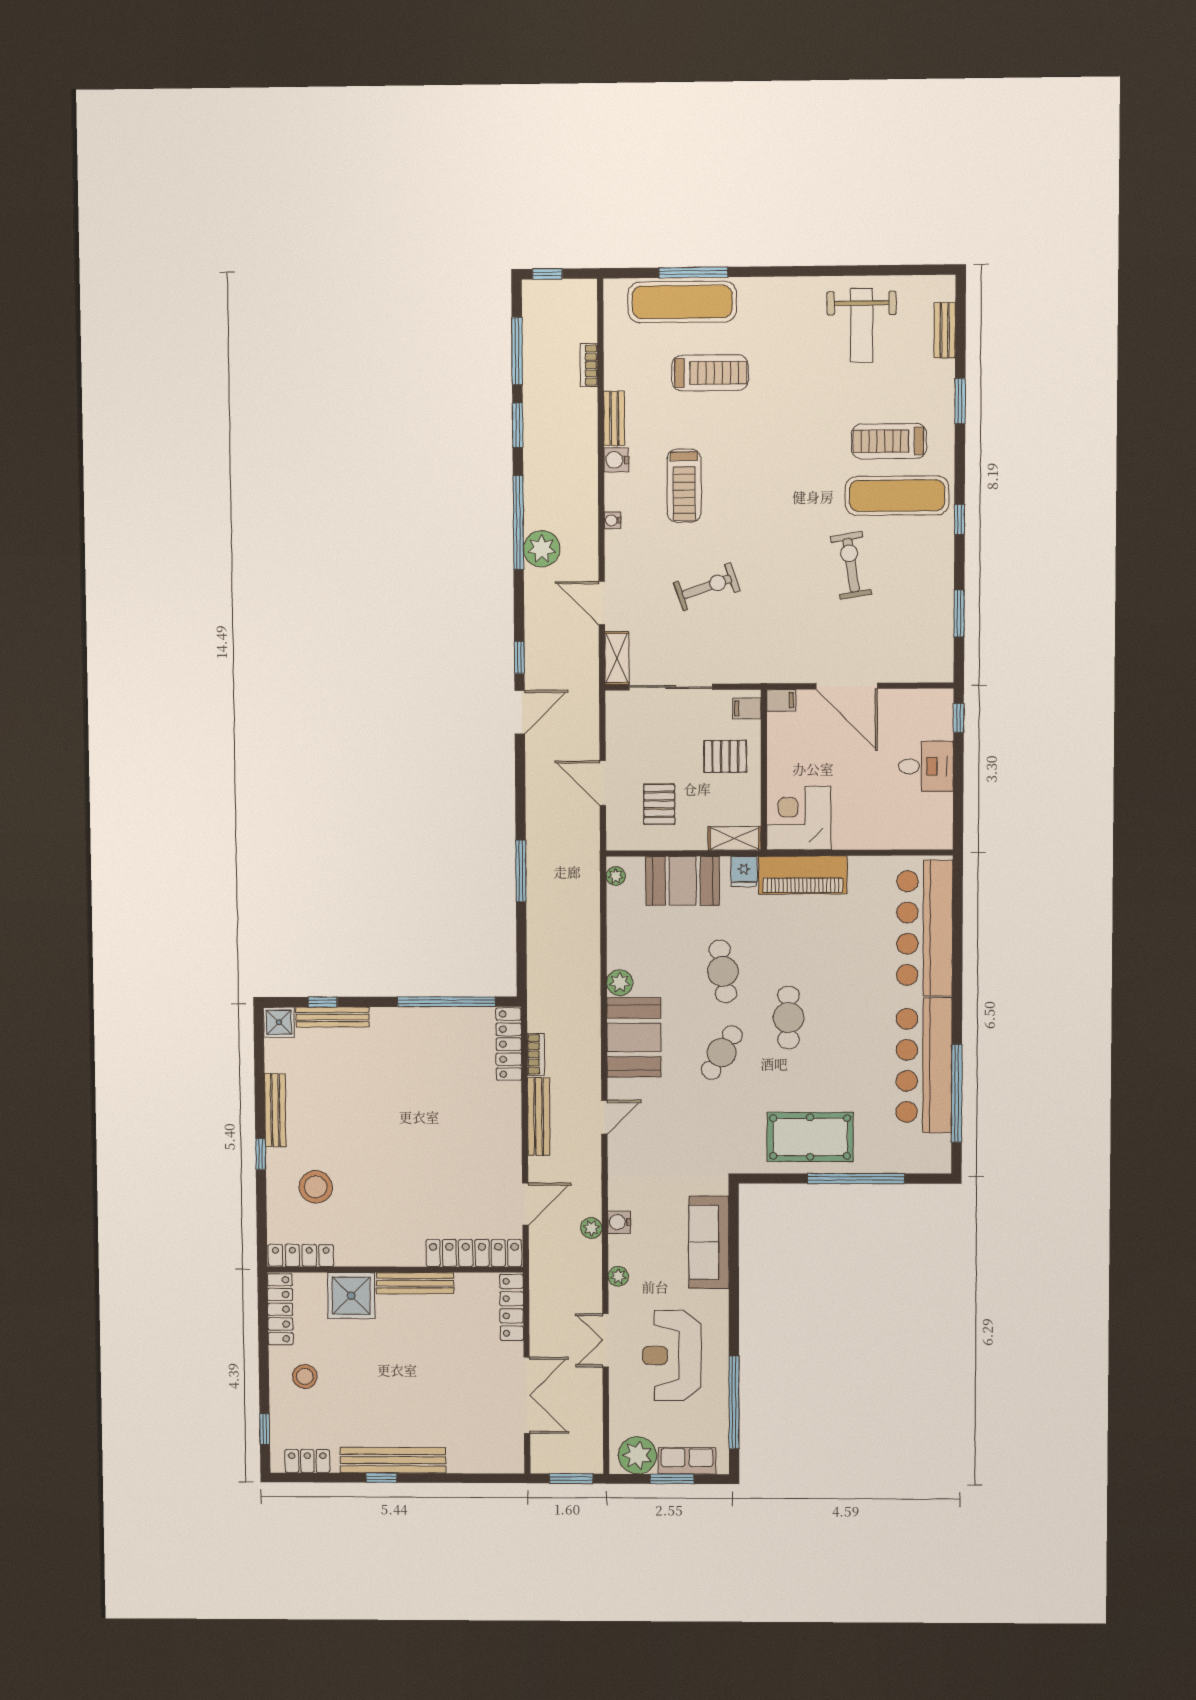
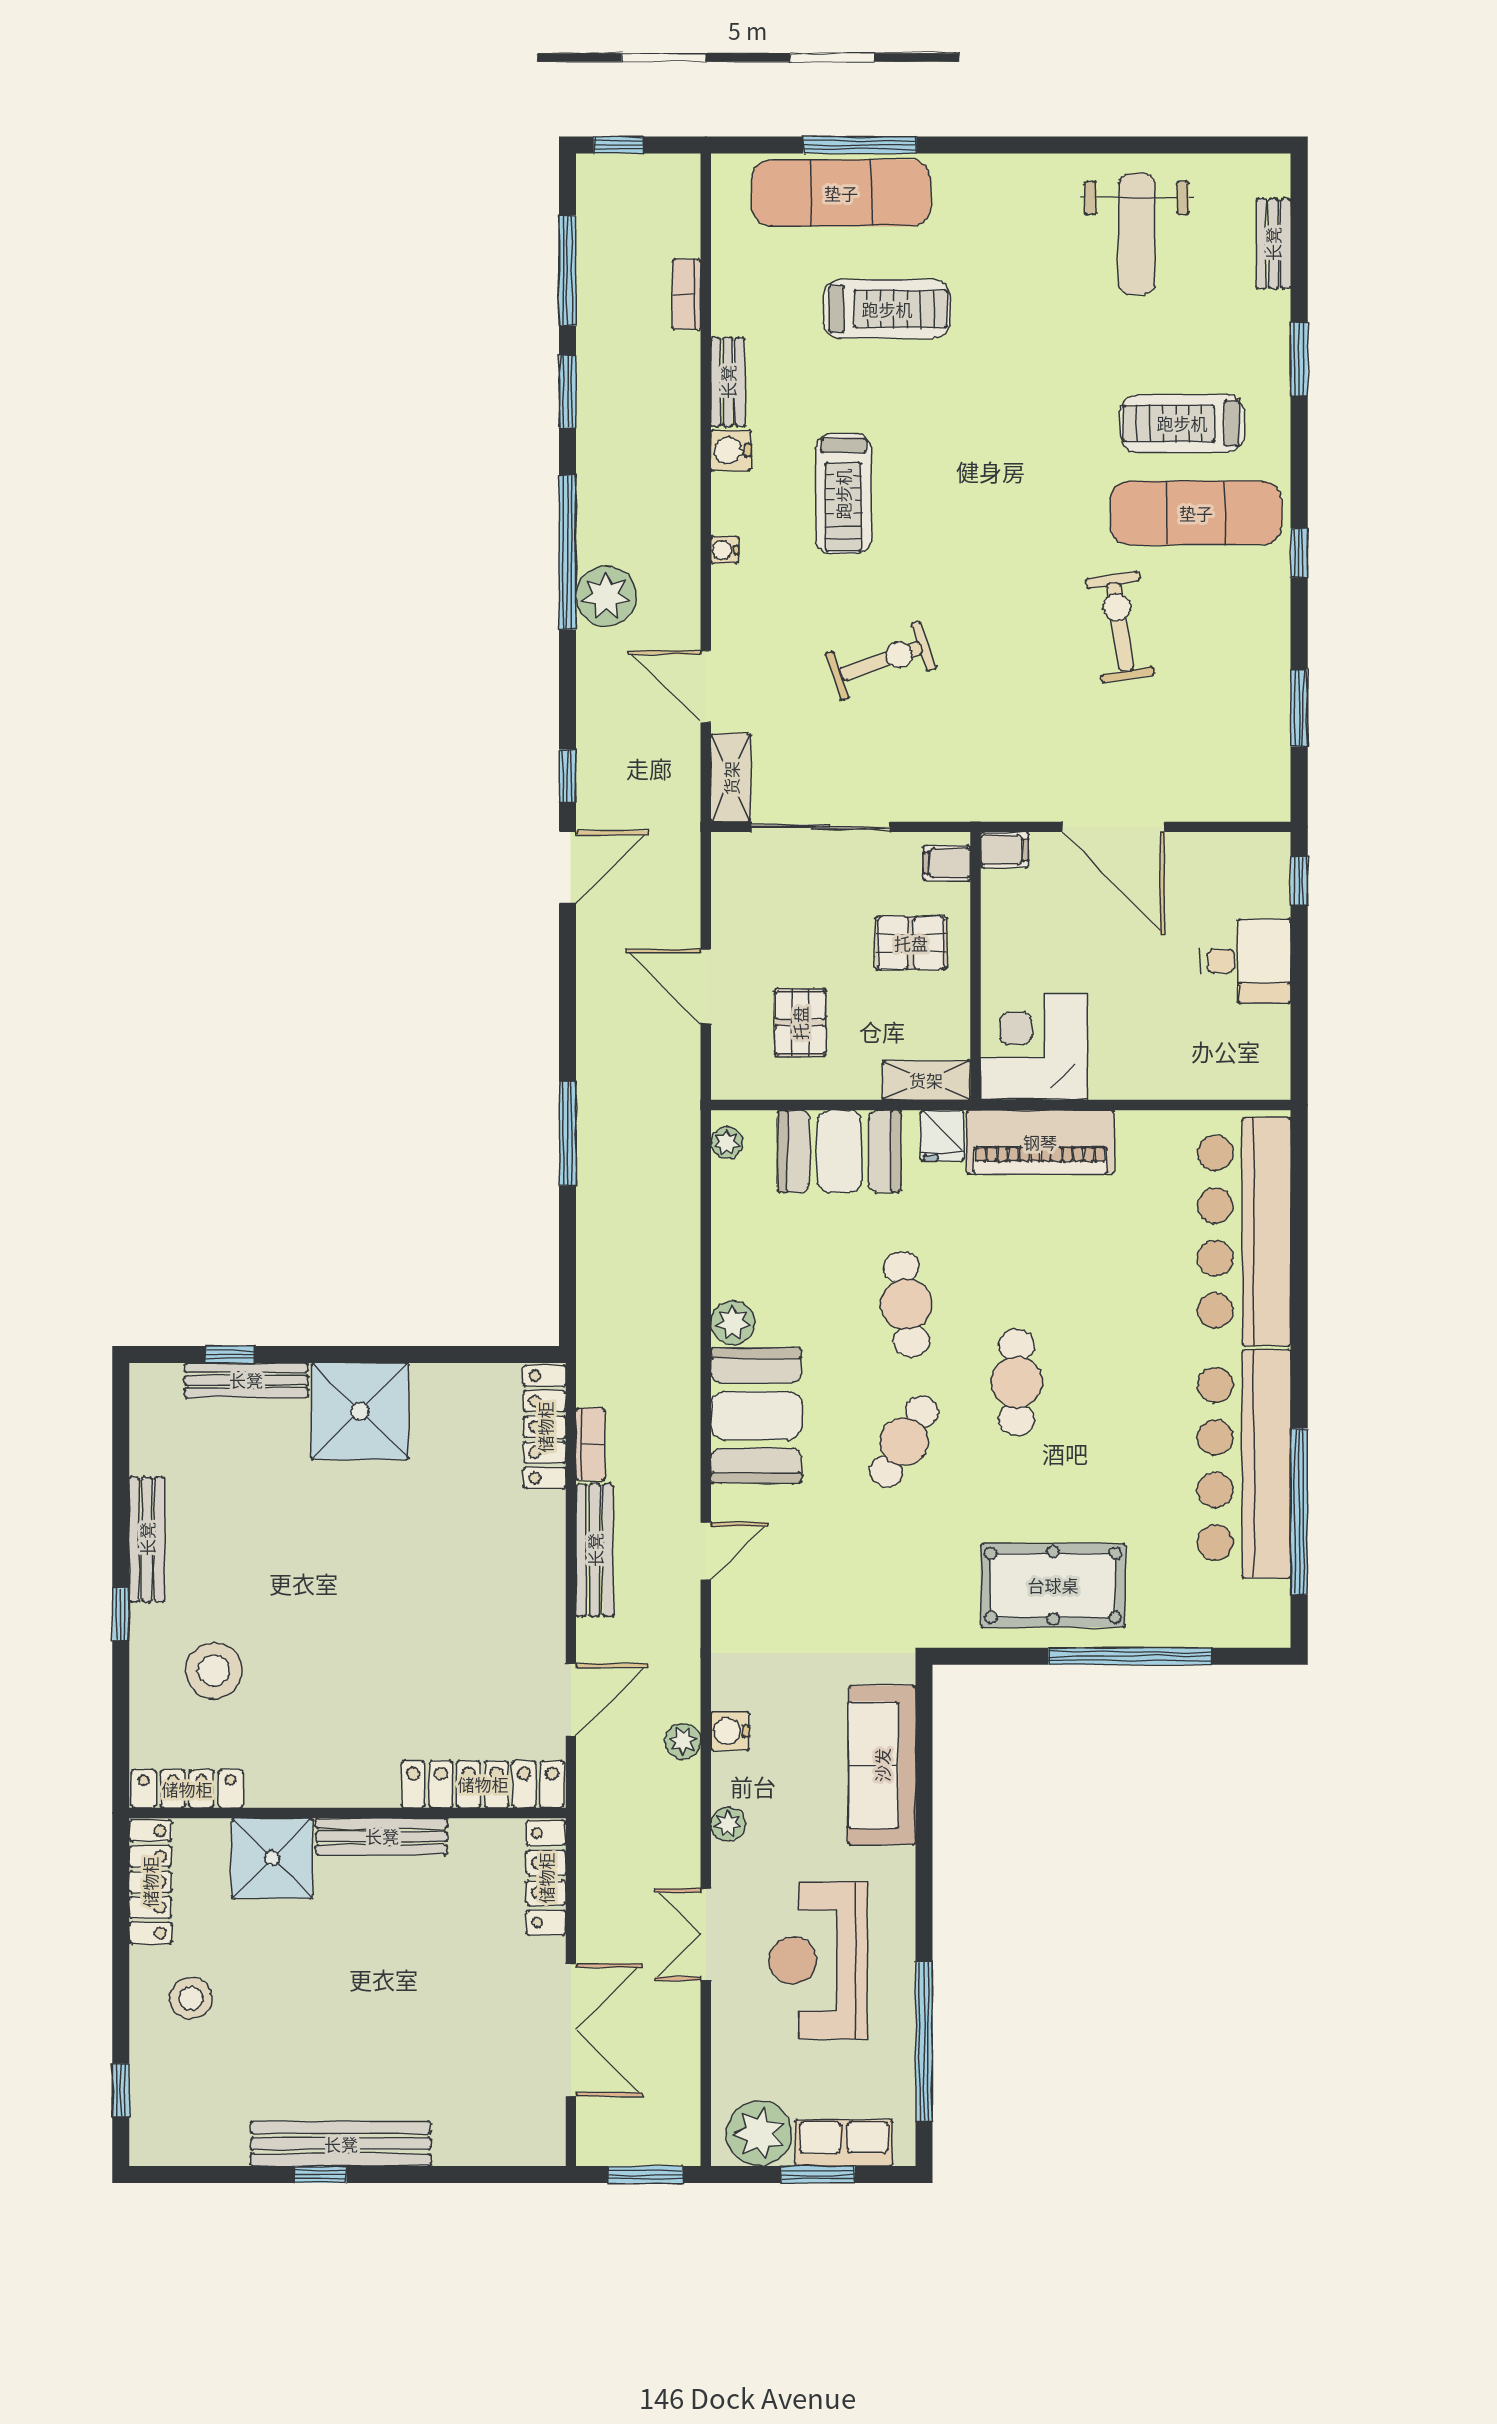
window: (446, 1002) -> (440, 1354), removed
shower: (279, 1022) -> (360, 1411), moved, width x1.86, depth x1.86
locker: (307, 1461) -> (193, 2146), removed

